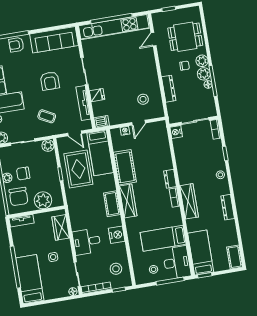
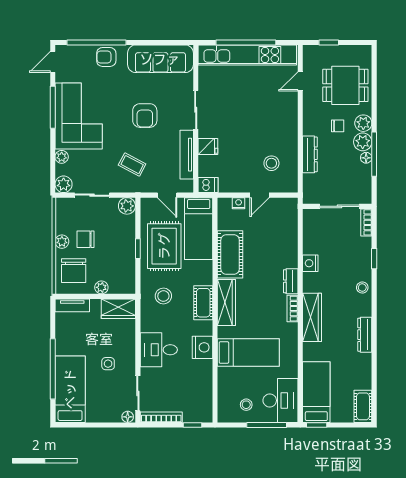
nightstand: (176, 132) -> (310, 263), moved
plant: (43, 200) -> (101, 287), width x0.53, depth x0.53
wardrobe: (61, 227) -> (118, 309), moved, turned -90
bed: (163, 238) -> (248, 352), moved, turned 180
stool: (116, 269) -> (163, 296), moved

